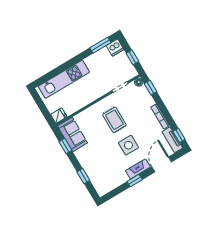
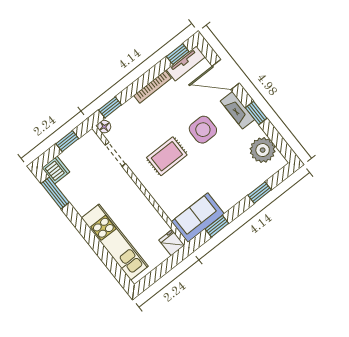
plant: (110, 182) -> (263, 150), added

